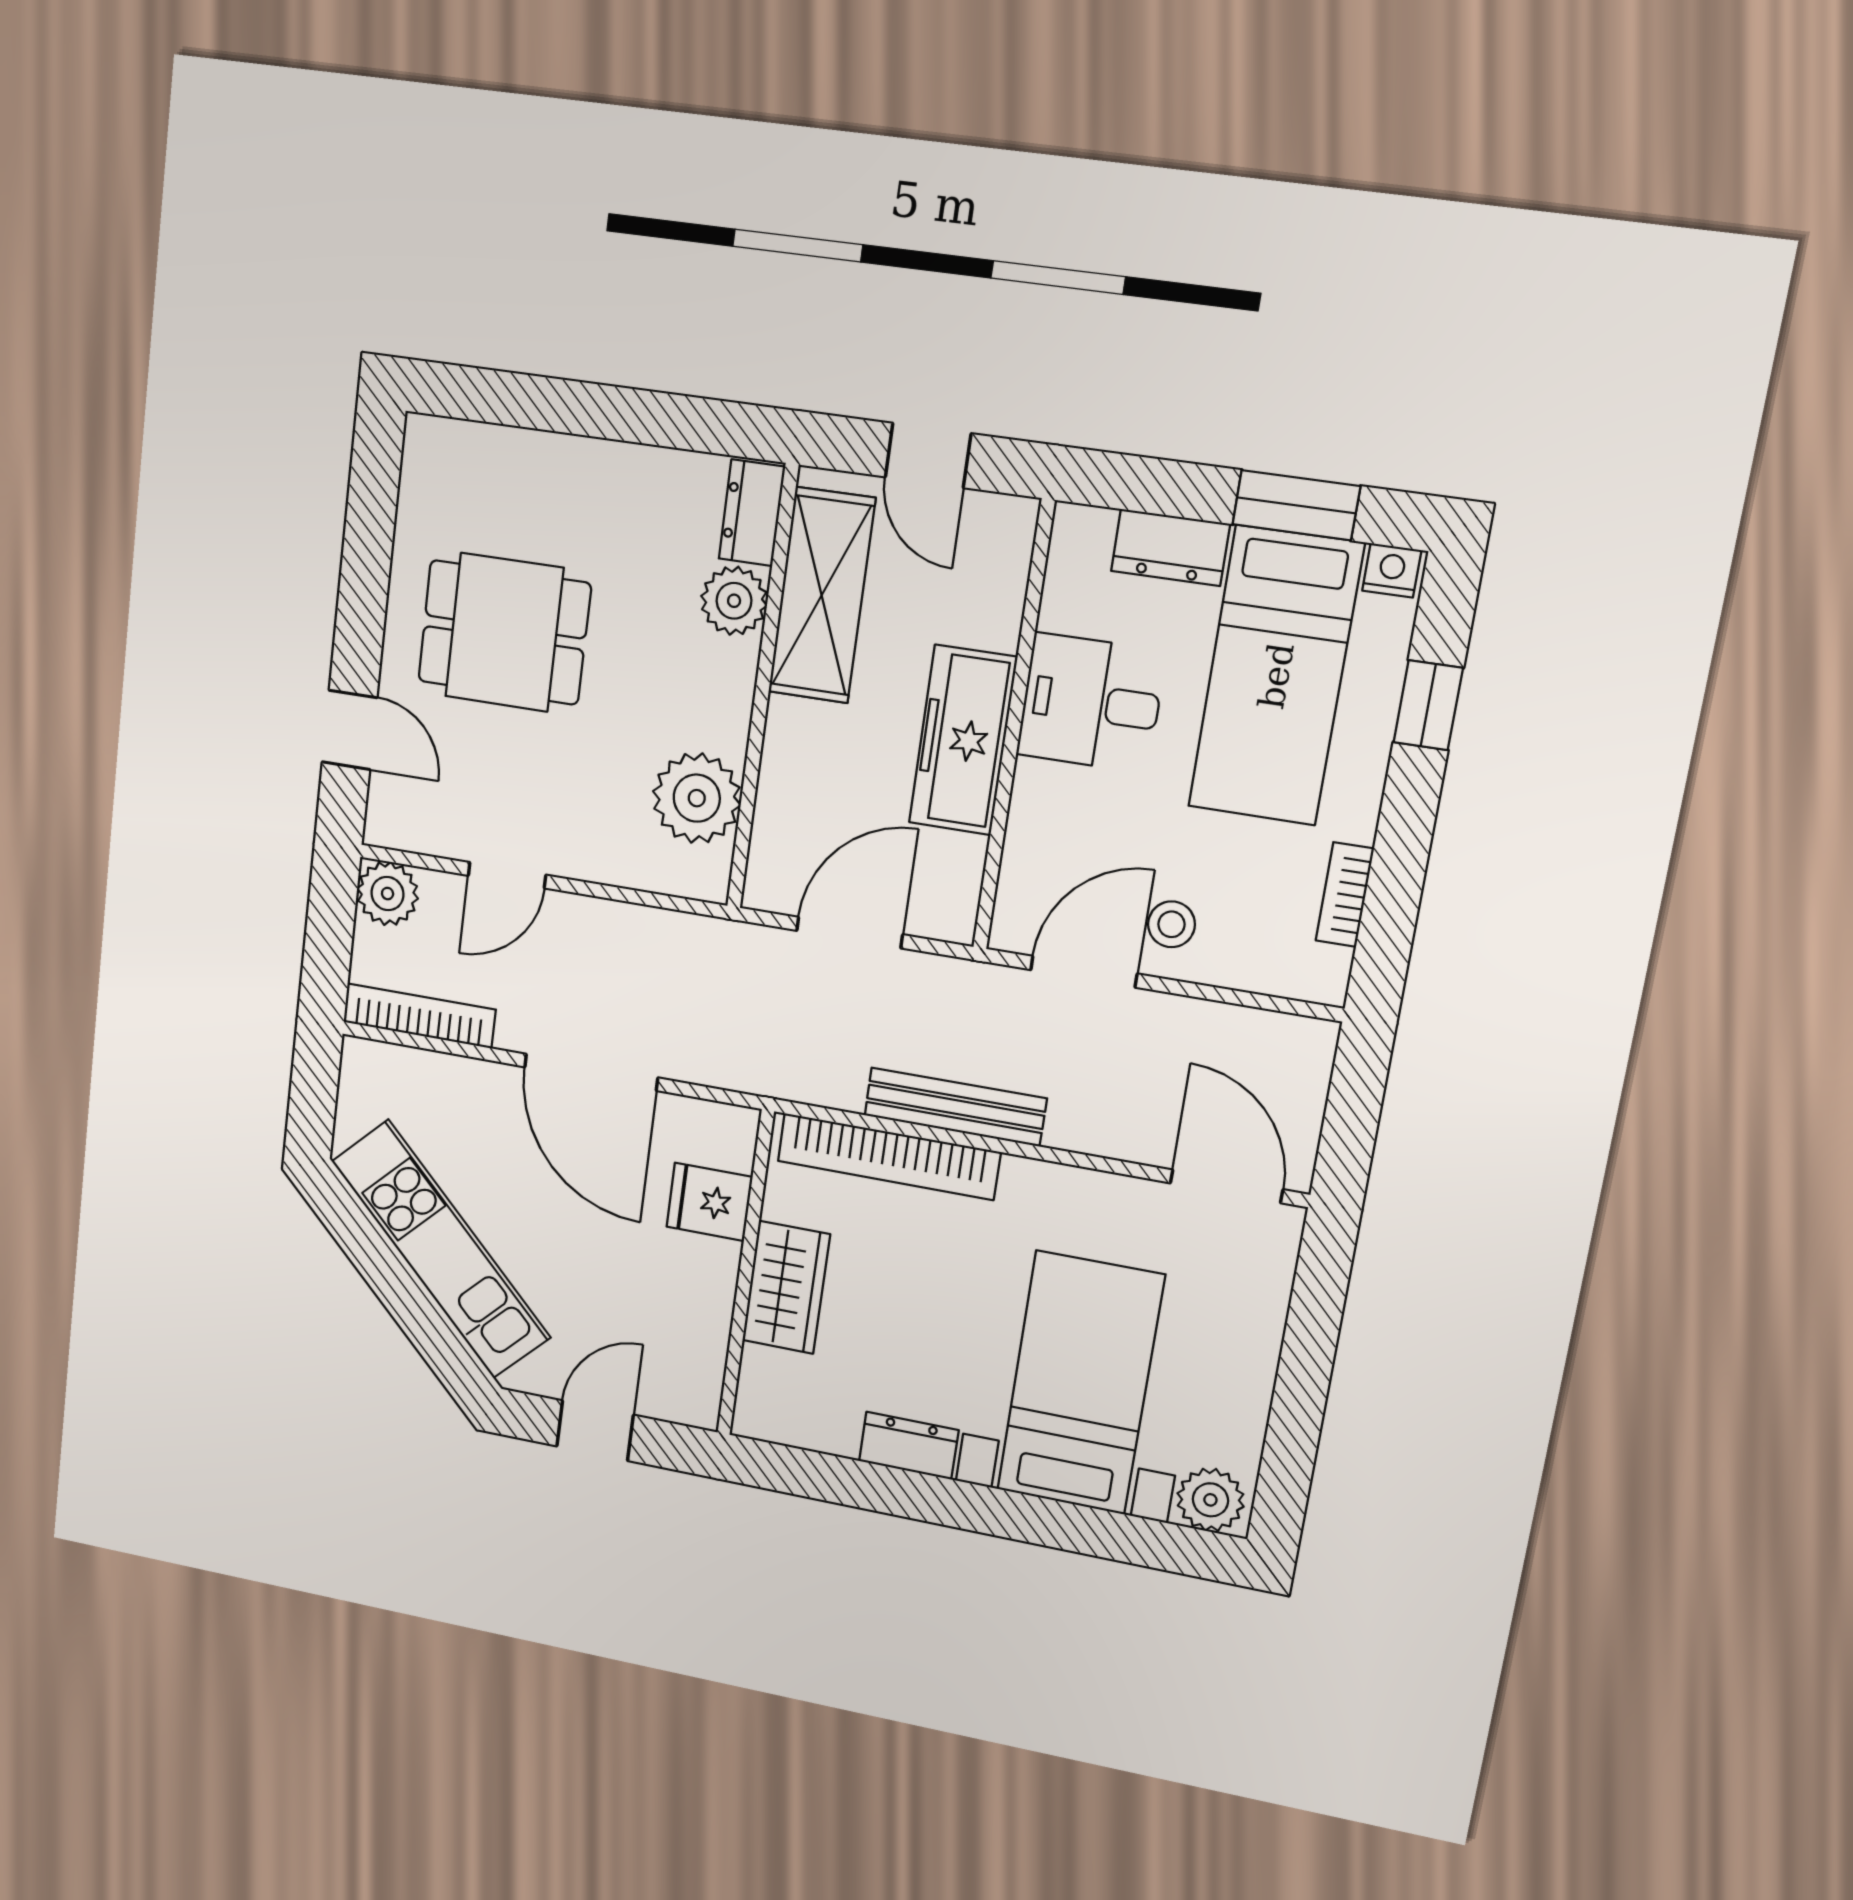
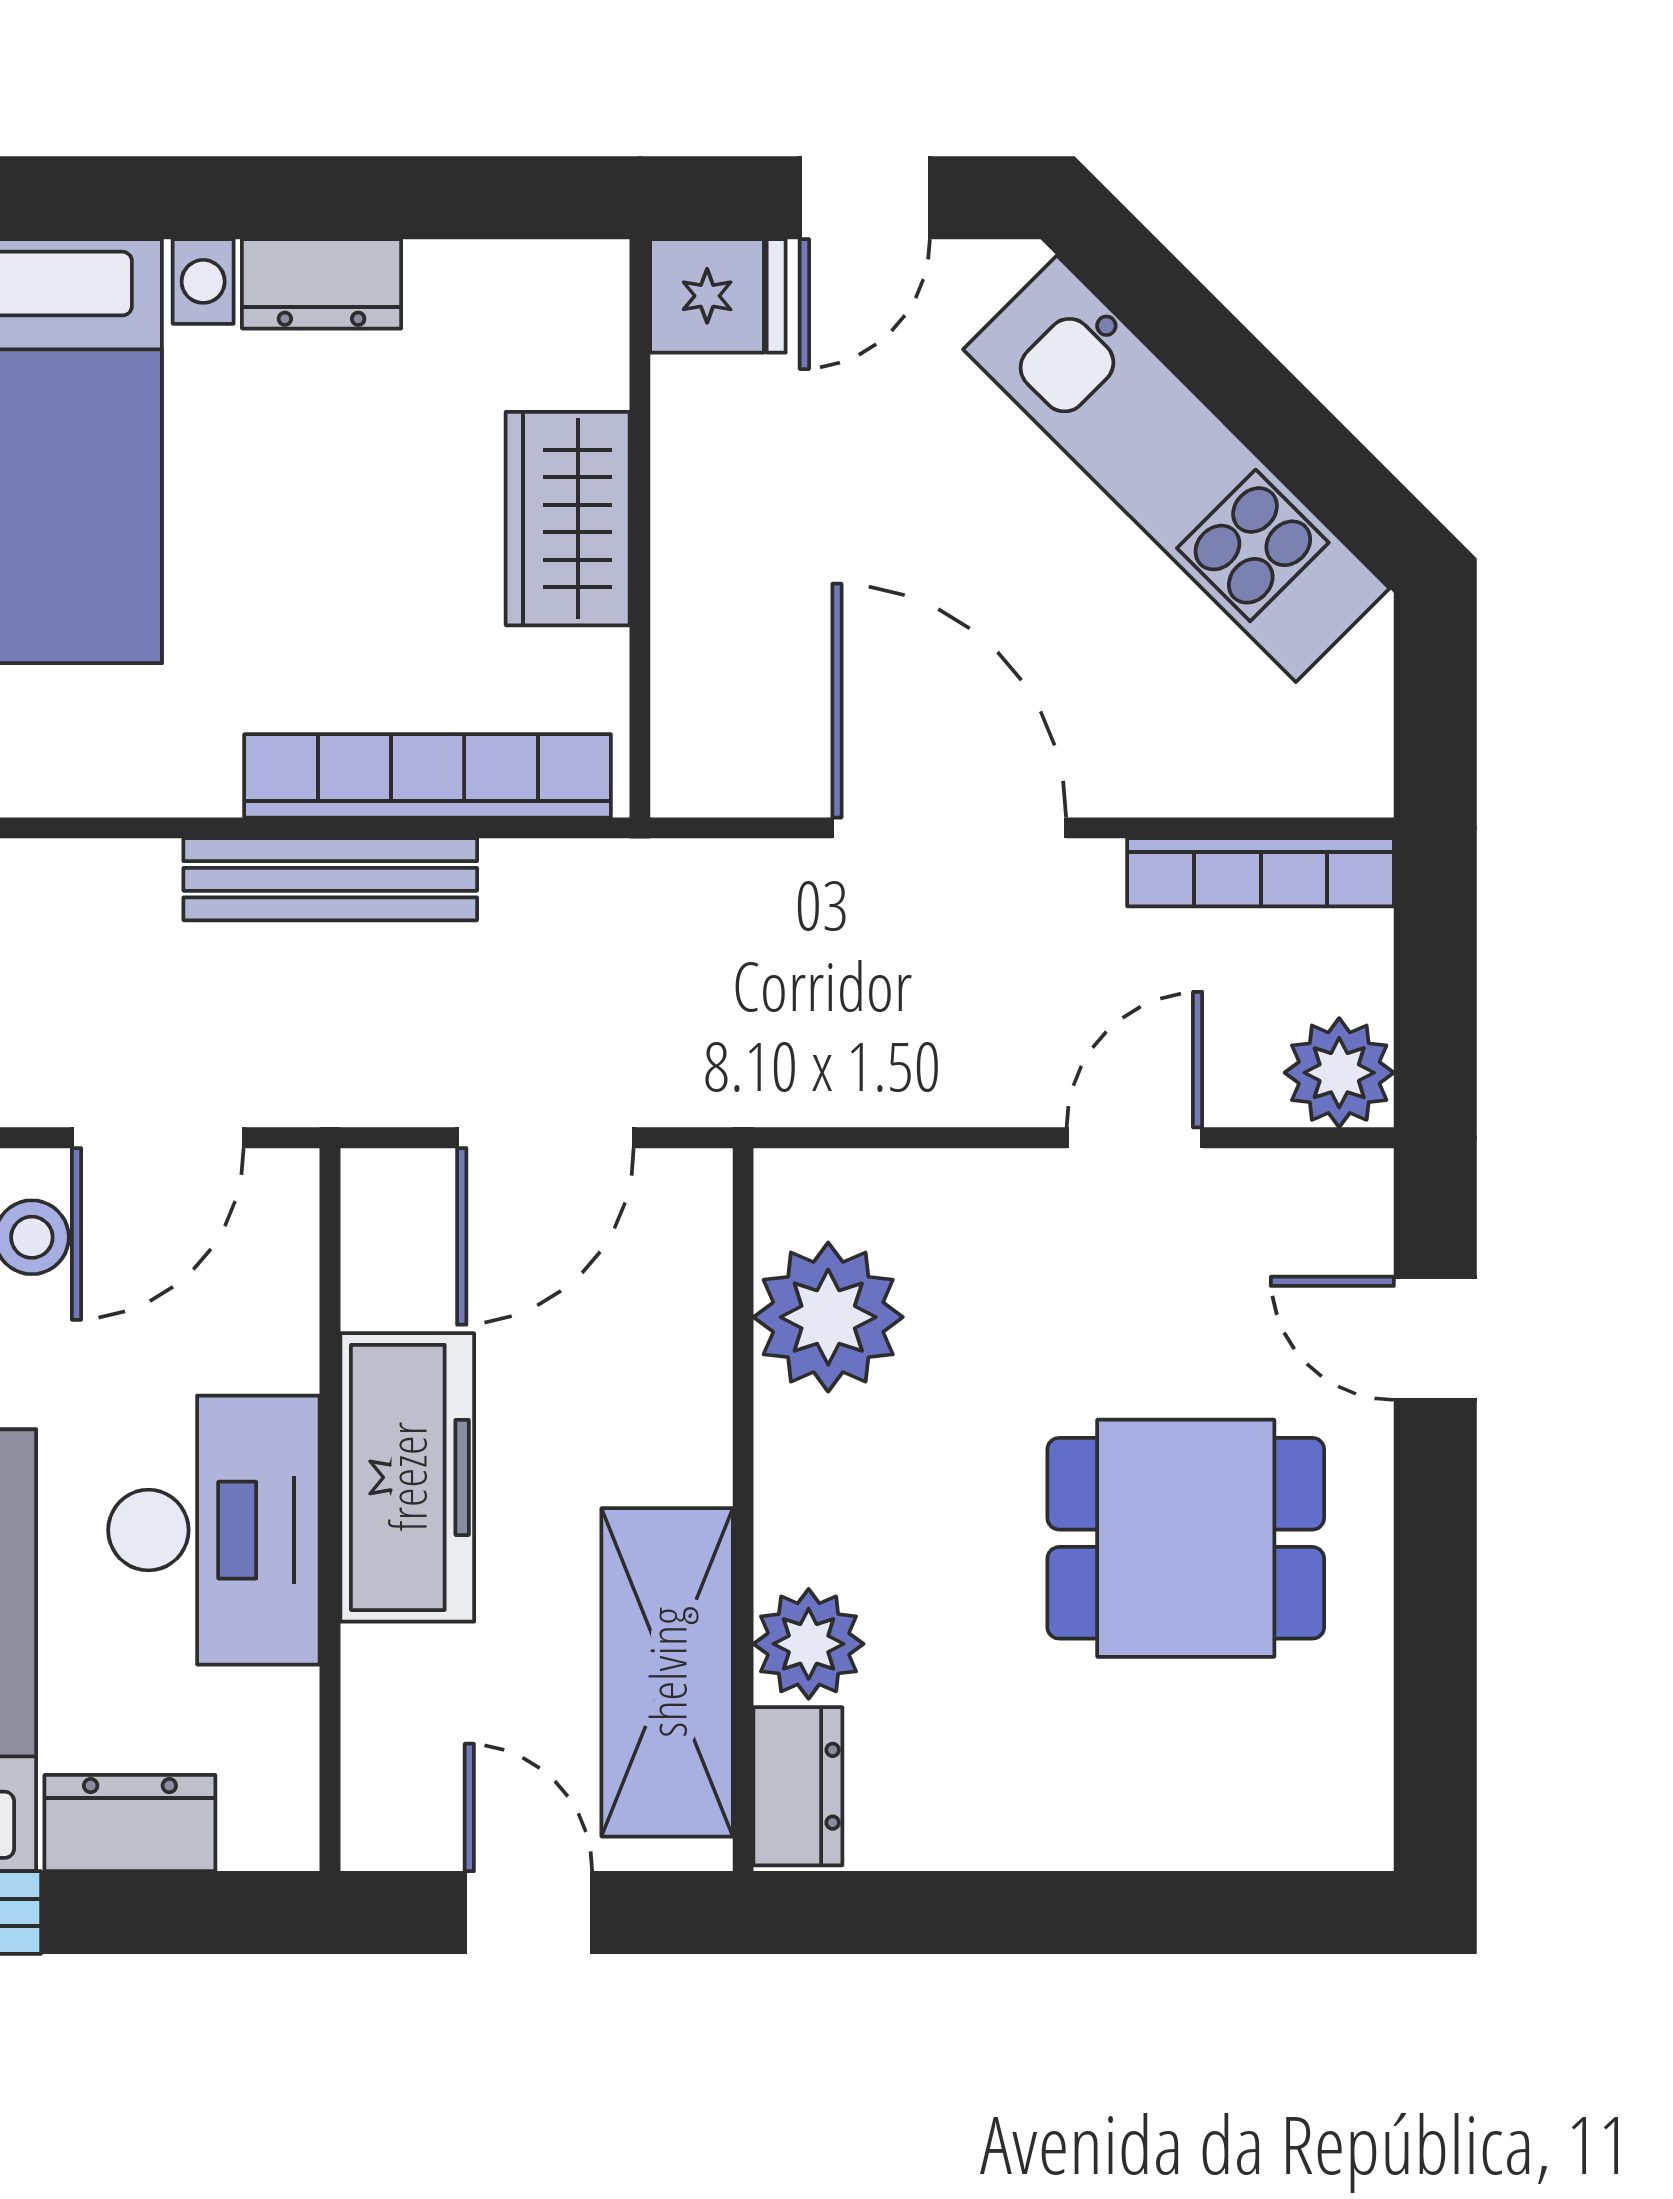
desk: (1091, 703) -> (214, 1530), width x1.37
fridge: (709, 1202) -> (718, 296), moved

